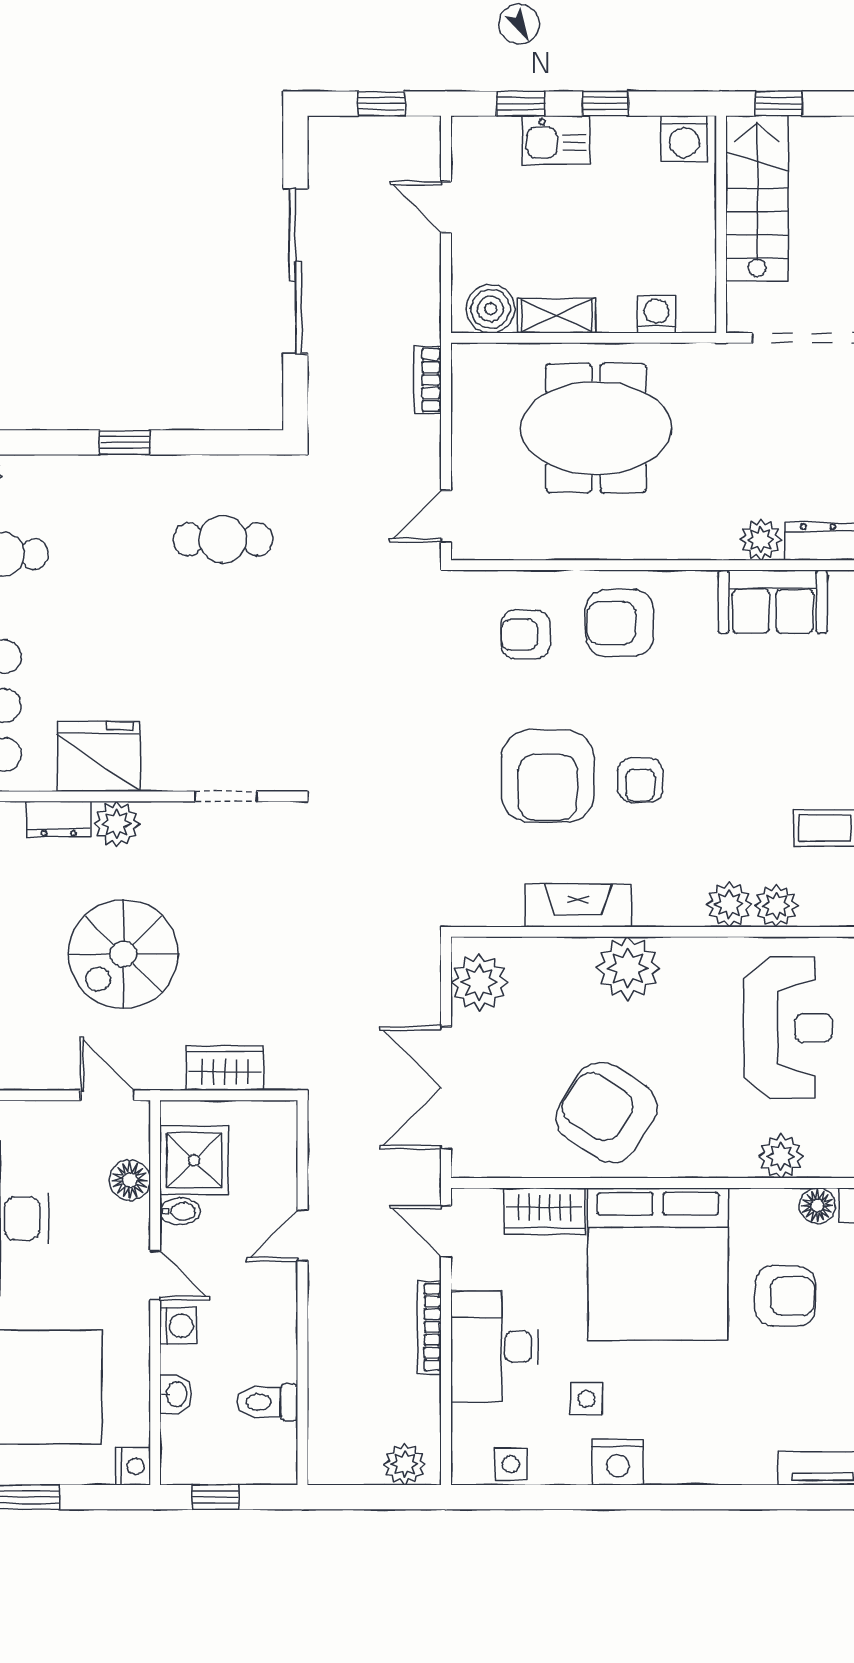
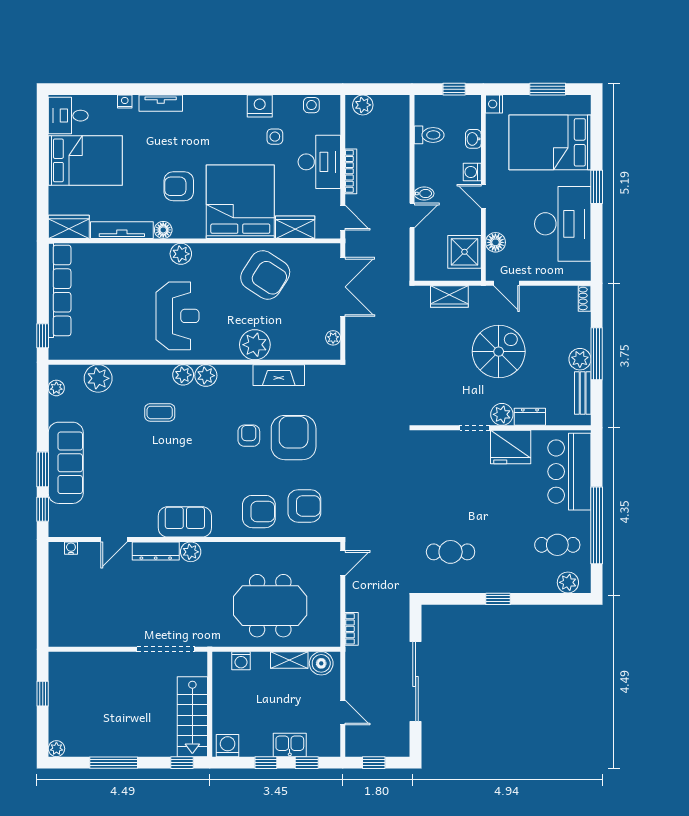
armchair: (525, 634) -> (304, 506), width x1.38, depth x1.38
doorway: (226, 796) -> (475, 428), moved
plant: (479, 982) -> (333, 338), width x0.53, depth x0.53
reception desk: (788, 1028) -> (177, 316), turned 180
bidet: (180, 1211) -> (424, 194), moved, turned 180

